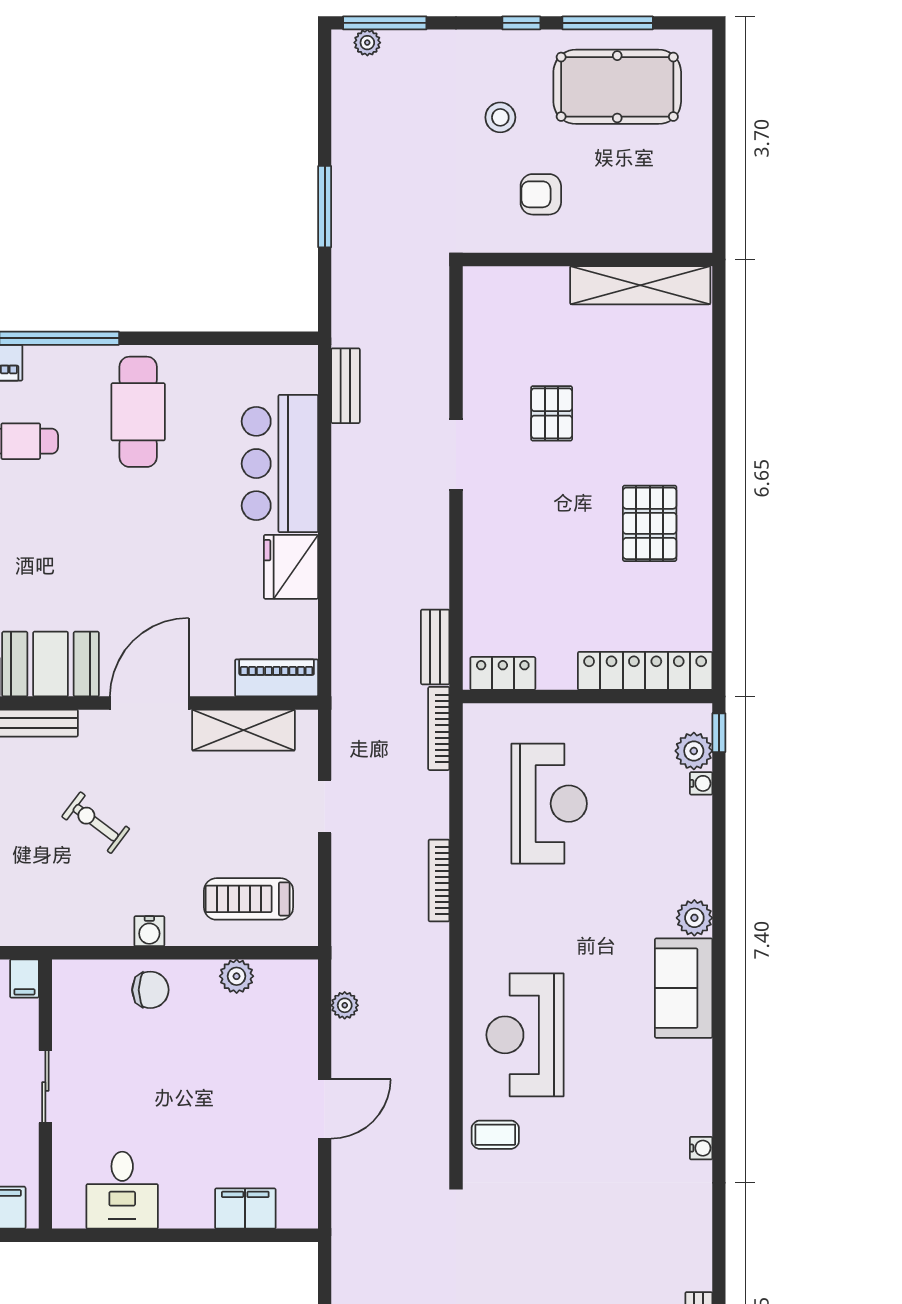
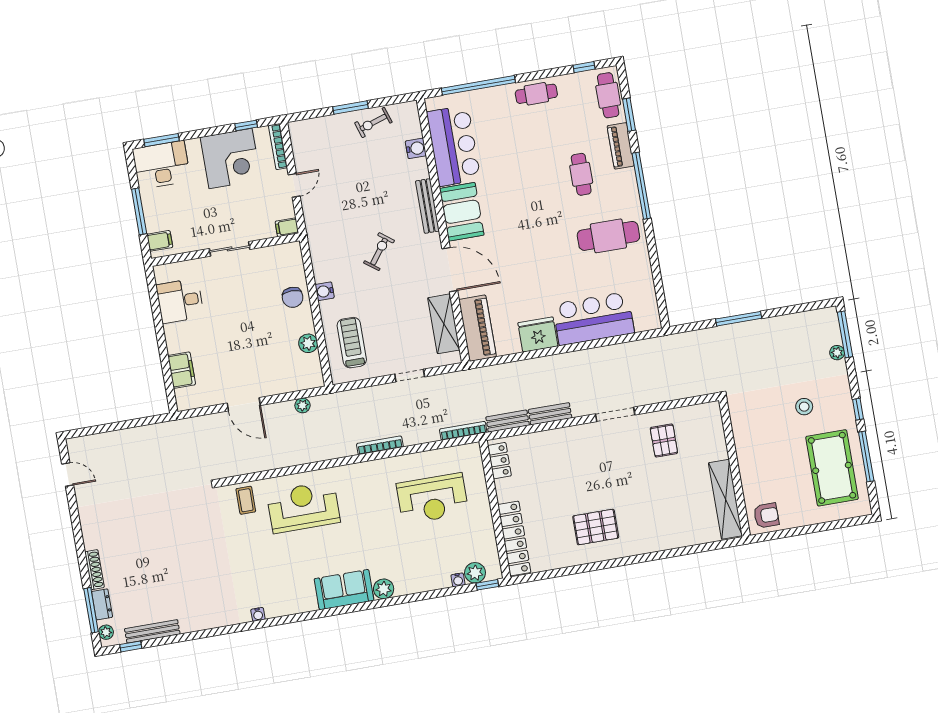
plant: (367, 43) -> (837, 353), moved
armchair: (541, 194) -> (766, 515), moved, turned 90
bench: (345, 386) -> (550, 414), moved
pallet: (552, 413) -> (664, 440), moved, turned 90
piano: (277, 678) -> (477, 328), width x1.37, depth x1.33

